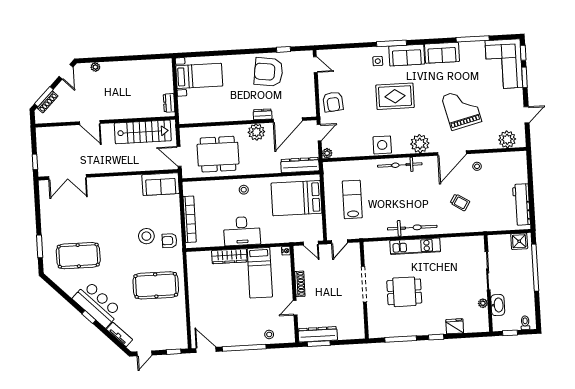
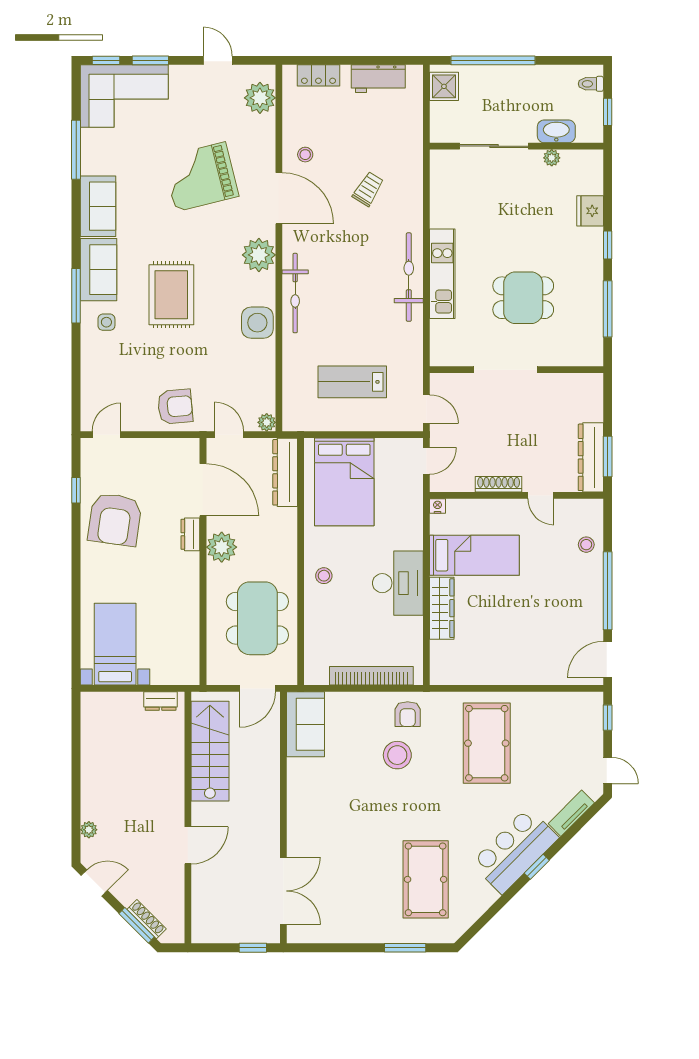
locker: (521, 171) -> (318, 75), added
workbench: (521, 205) -> (378, 79), width x0.73
dining table: (404, 292) -> (523, 298), turned 90

